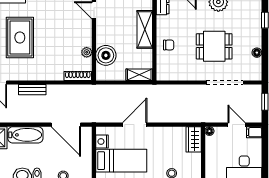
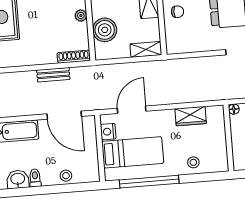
plant: (87, 52) -> (81, 16), moved
bench: (32, 90) -> (53, 75), moved
door: (135, 125) -> (132, 110), moved
wardrobe: (194, 139) -> (191, 116), moved, turned -90

